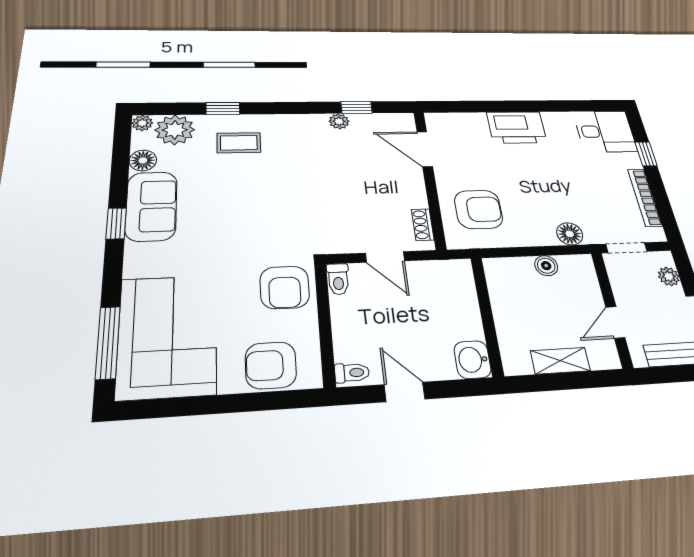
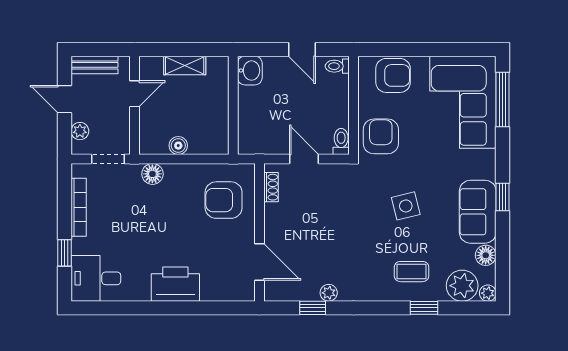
side table: (248, 210) -> (406, 206), added

